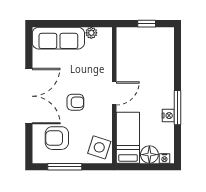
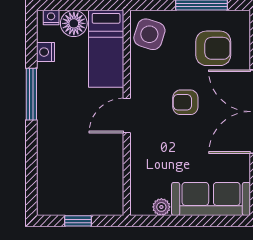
nightstand: (168, 116) -> (45, 52), moved

